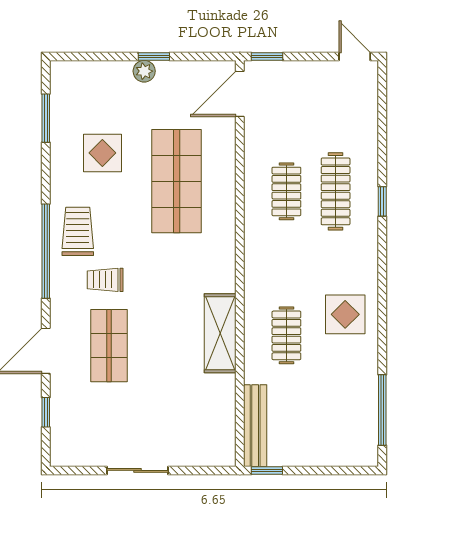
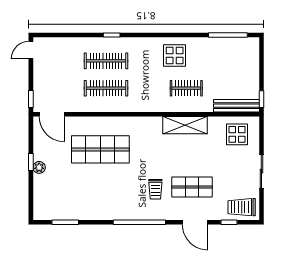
display table: (102, 153) -> (237, 134), moved
clothes rail: (286, 191) -> (106, 88), width x1.36
trolley: (78, 231) -> (242, 207), moved

